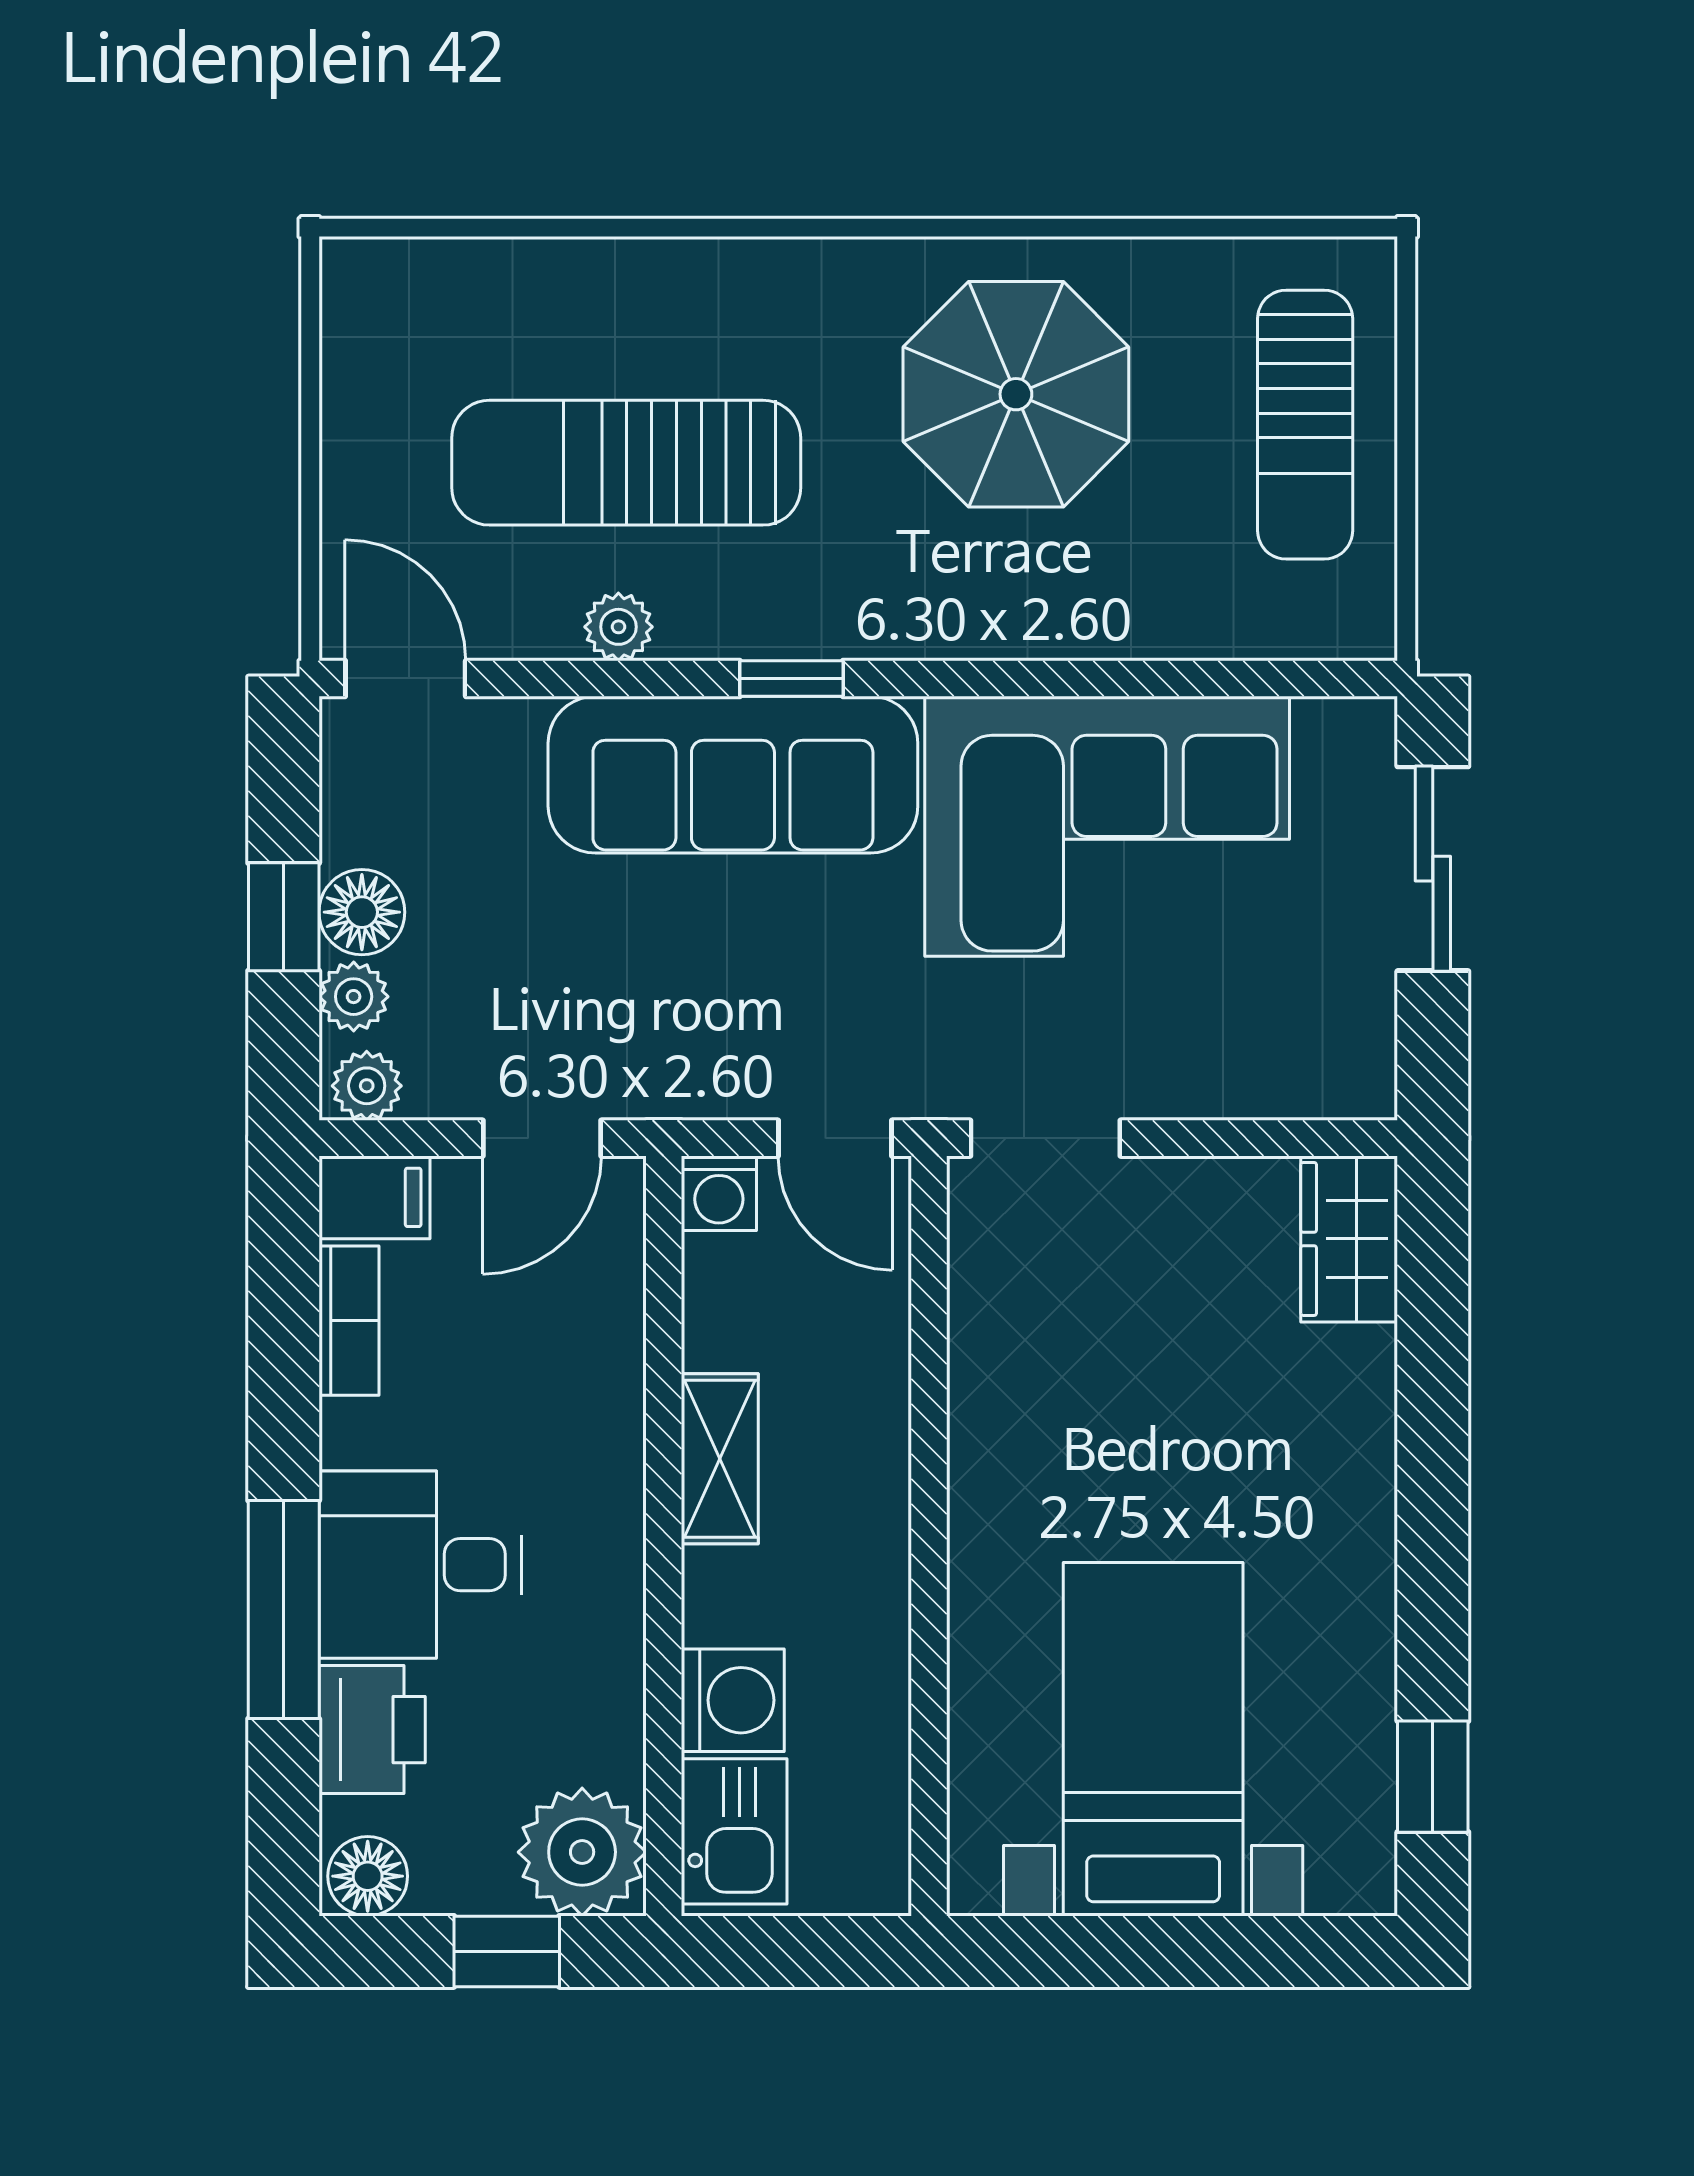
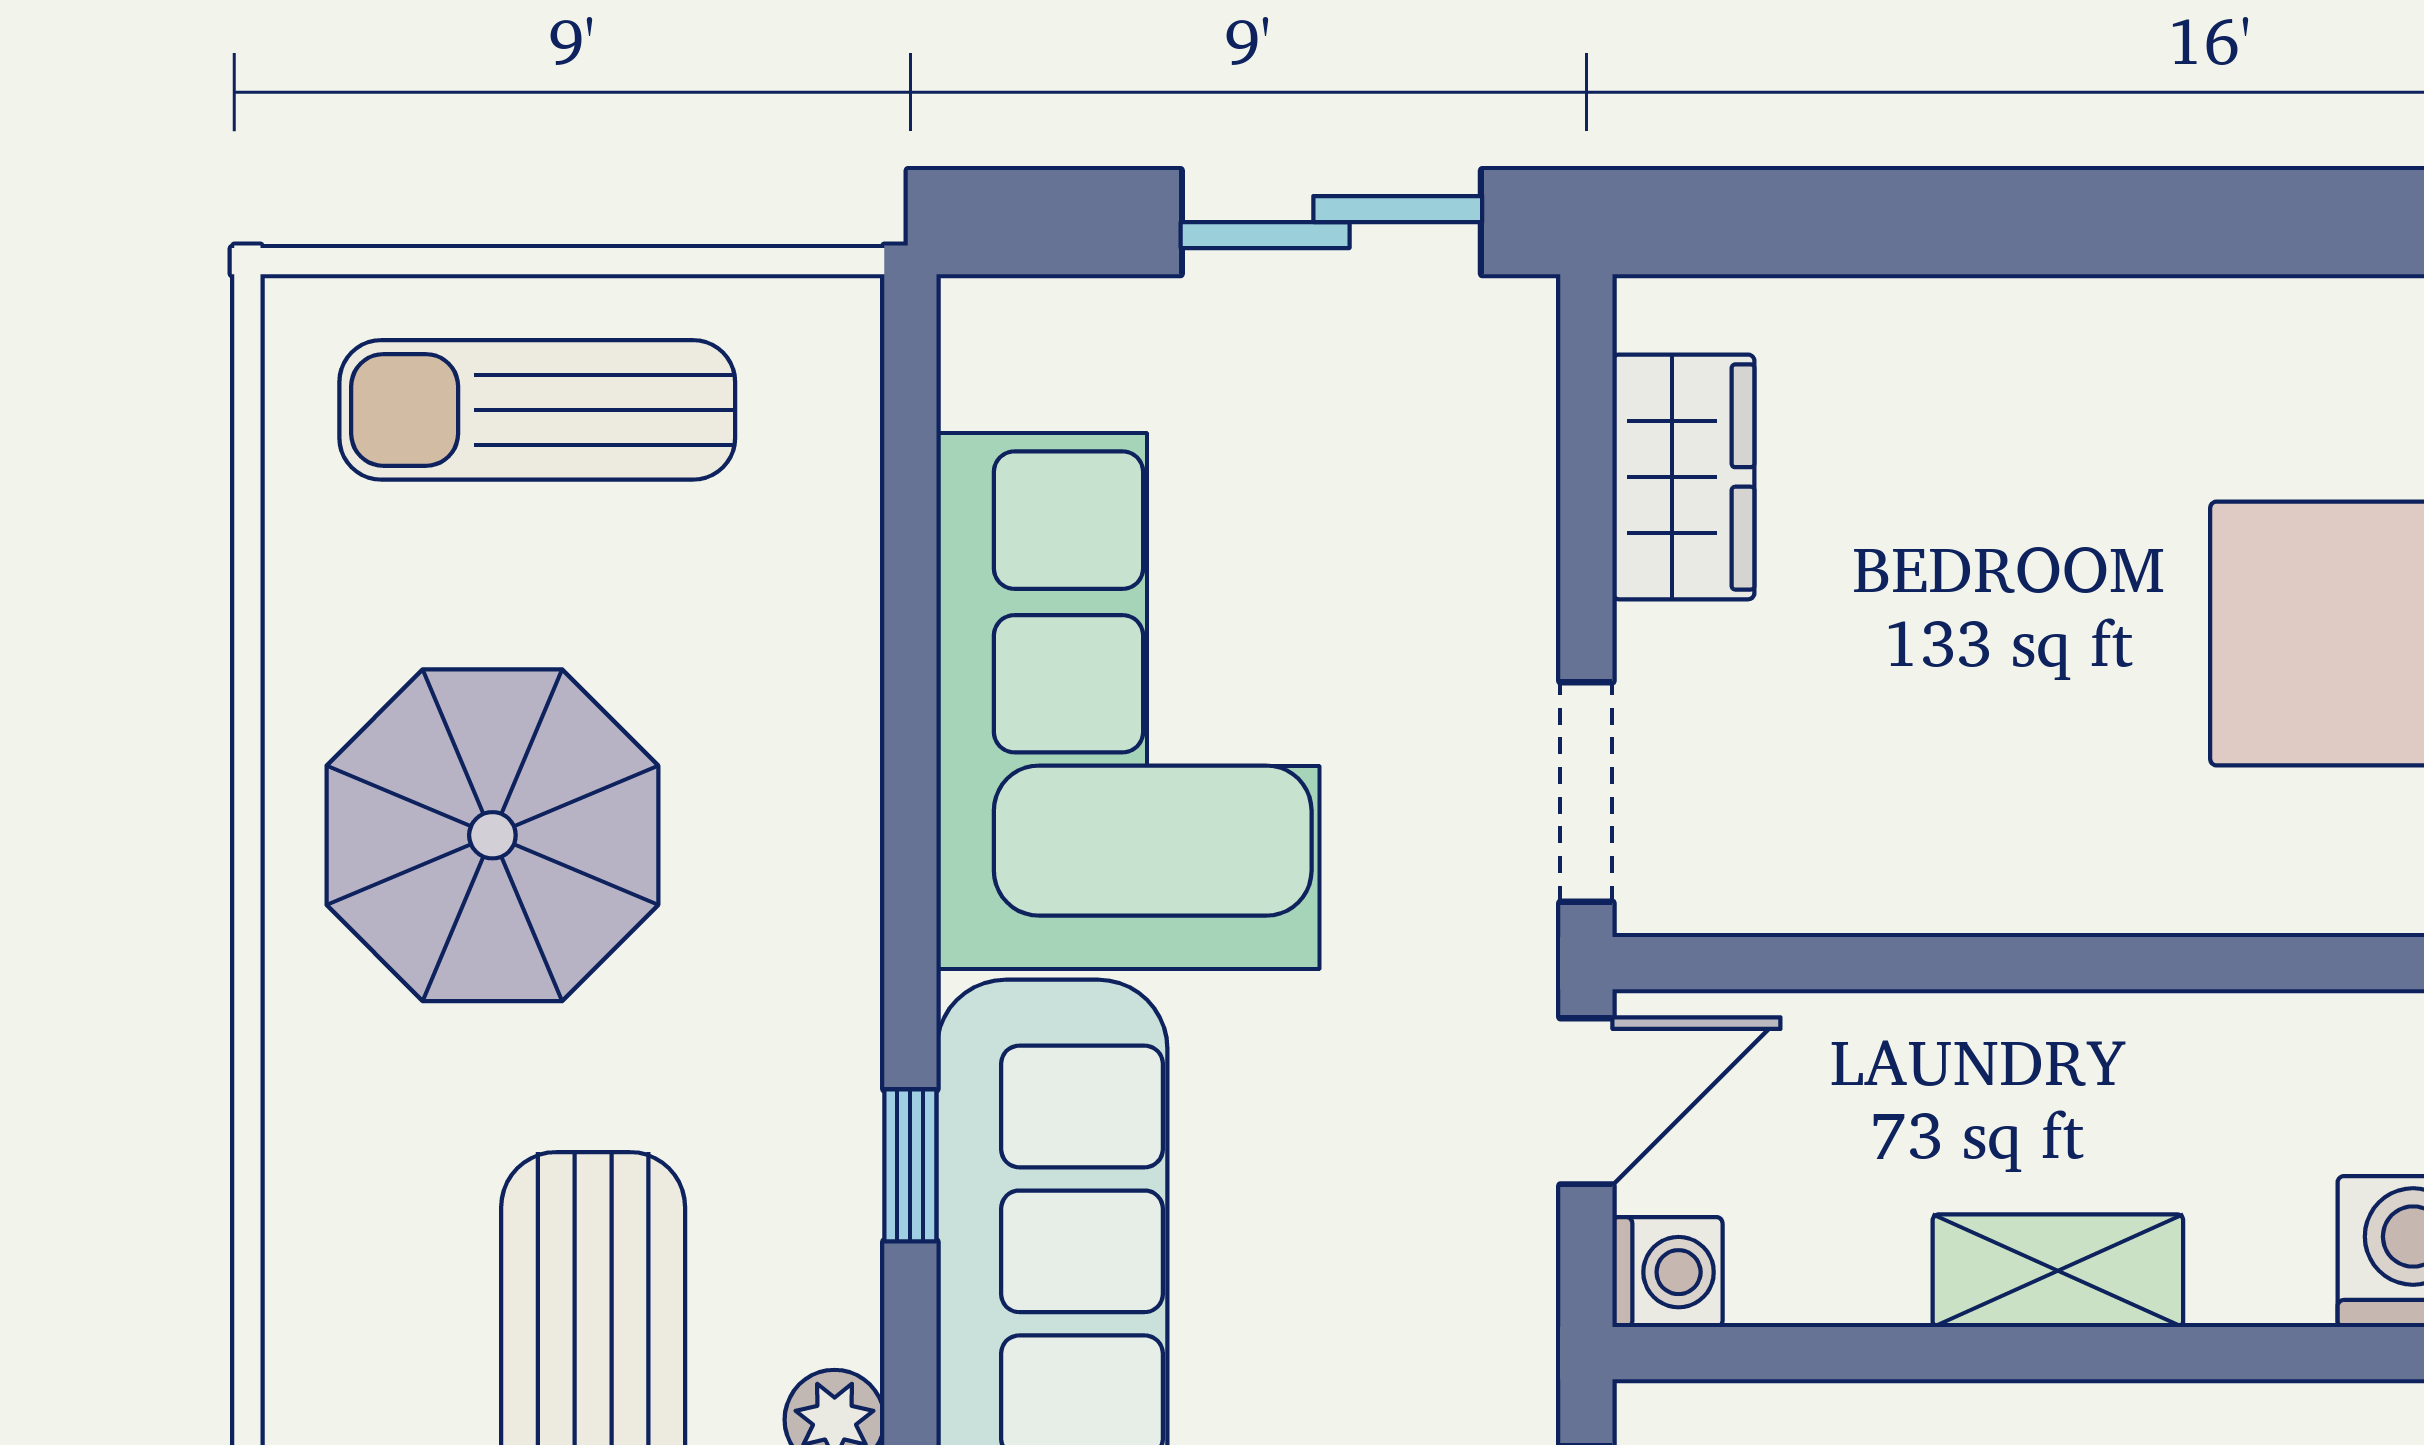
sun lounger: (1305, 425) -> (537, 410), turned 180
sliding door: (1433, 869) -> (1331, 222), moved
wardrobe: (1349, 1239) -> (1683, 477), moved, turned -90

